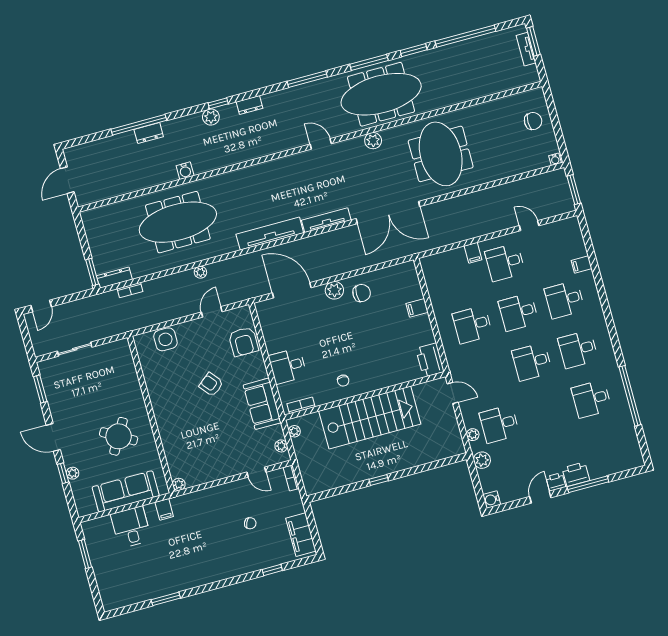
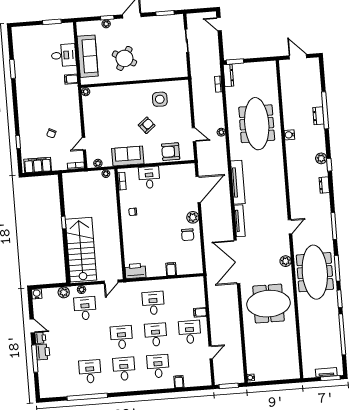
chair: (533, 121) -> (278, 368), removed
side table: (165, 339) -> (160, 99), moved
stairs: (370, 418) -> (81, 250), moved, turned 180

